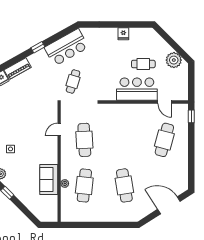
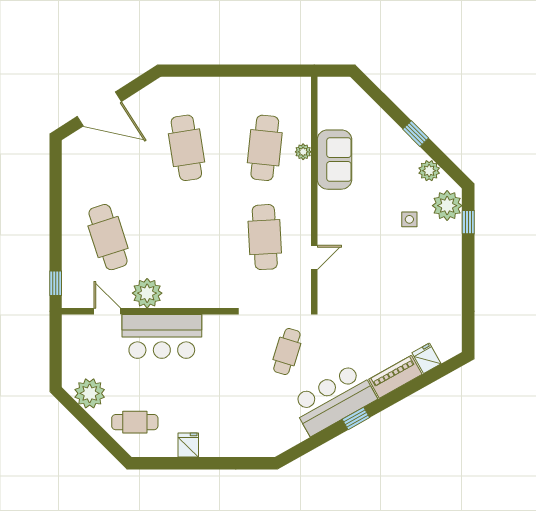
bar counter: (66, 47) -> (334, 399), moved
cafe table: (143, 64) -> (135, 422), moved
plant: (144, 111) -> (147, 293), added
cafe table: (164, 140) -> (108, 237), turned -33

